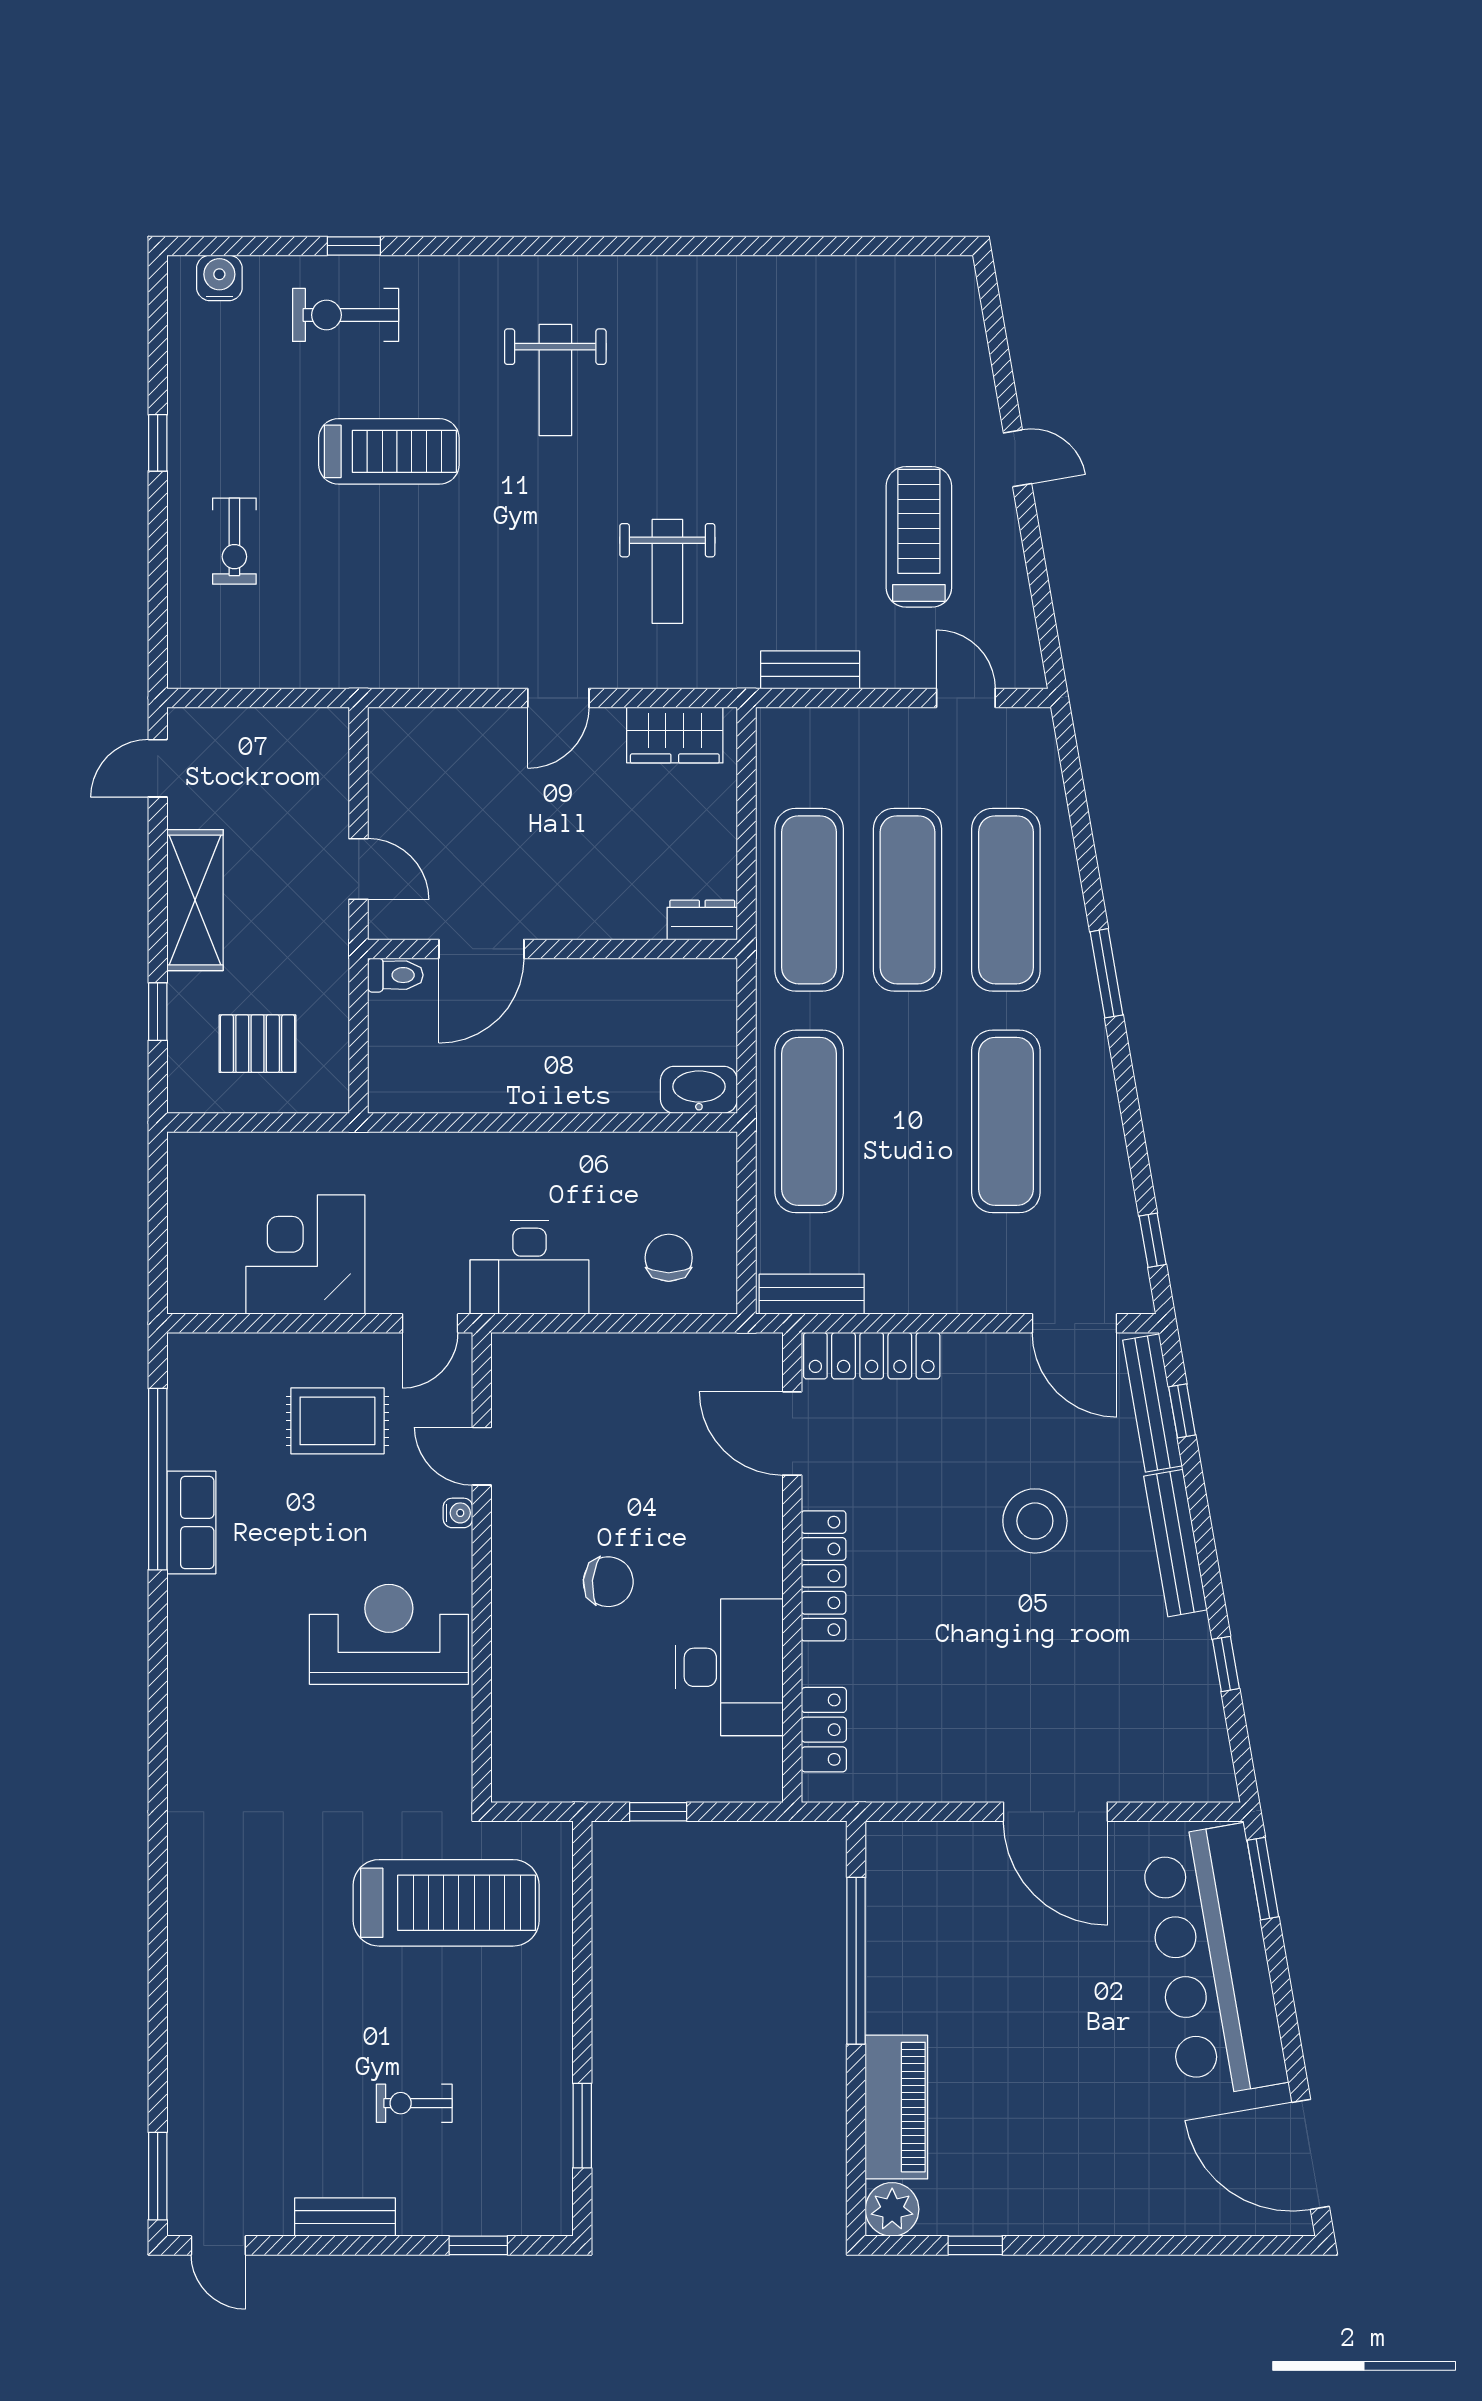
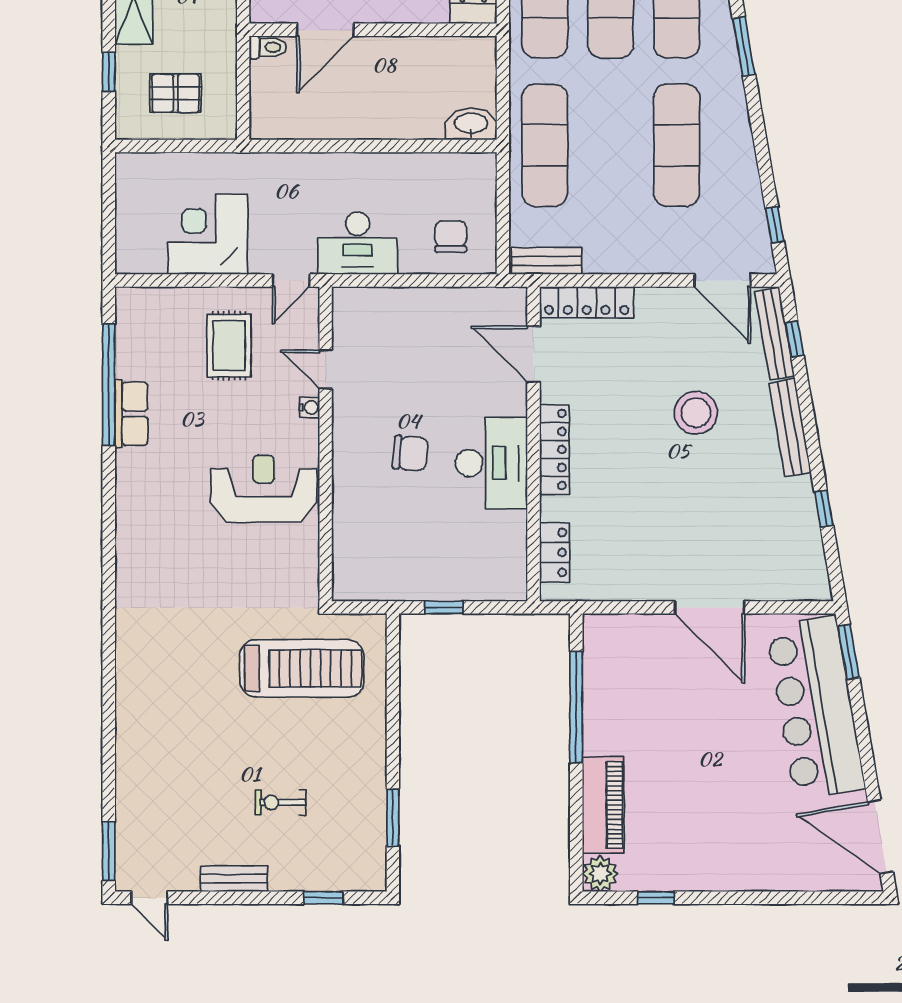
rug: (337, 1421) -> (229, 346), turned 90
desk: (729, 1667) -> (491, 463), moved

